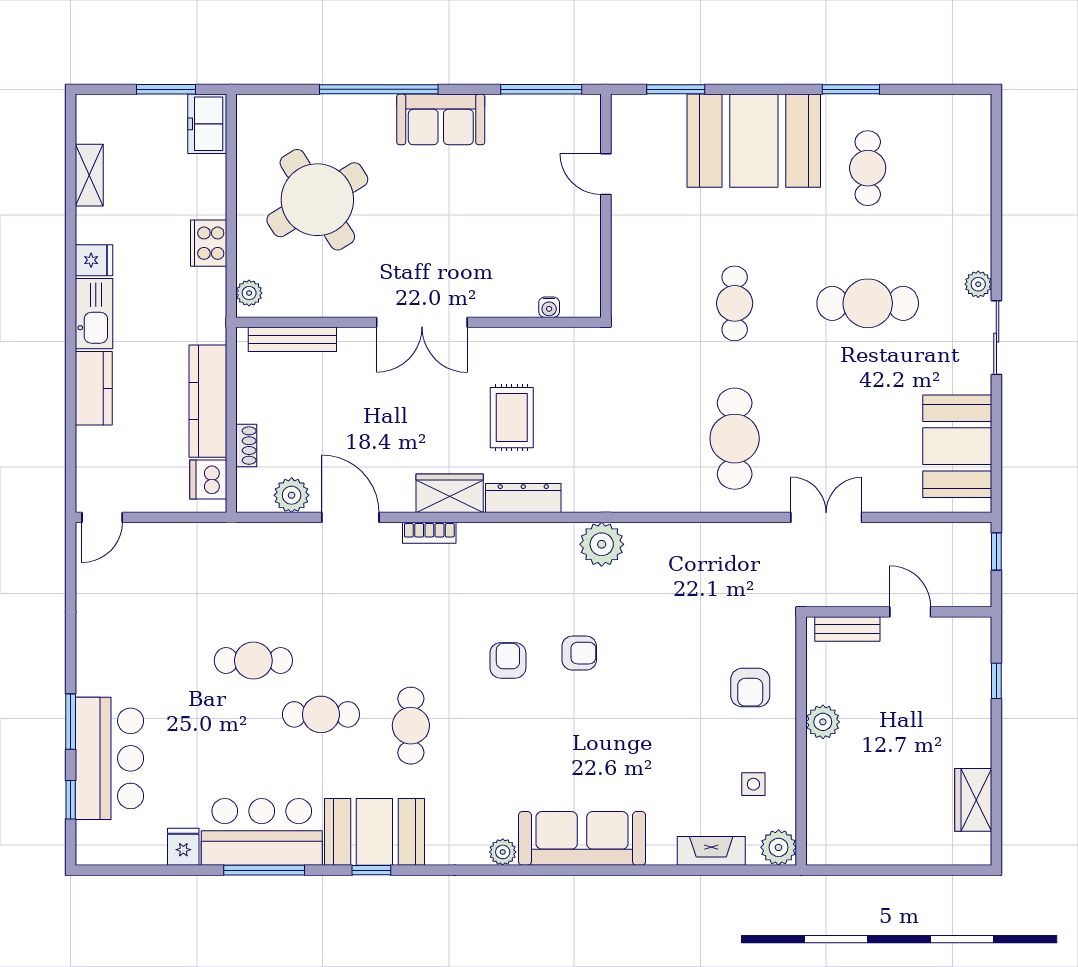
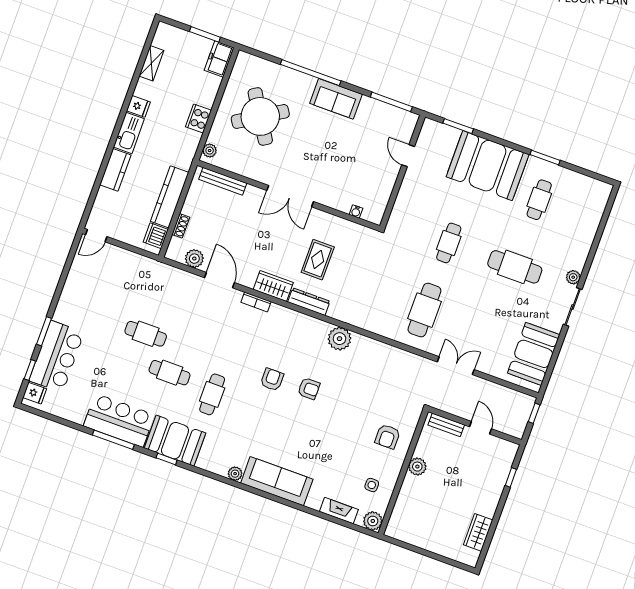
fridge: (183, 847) -> (35, 393), moved, turned 90

